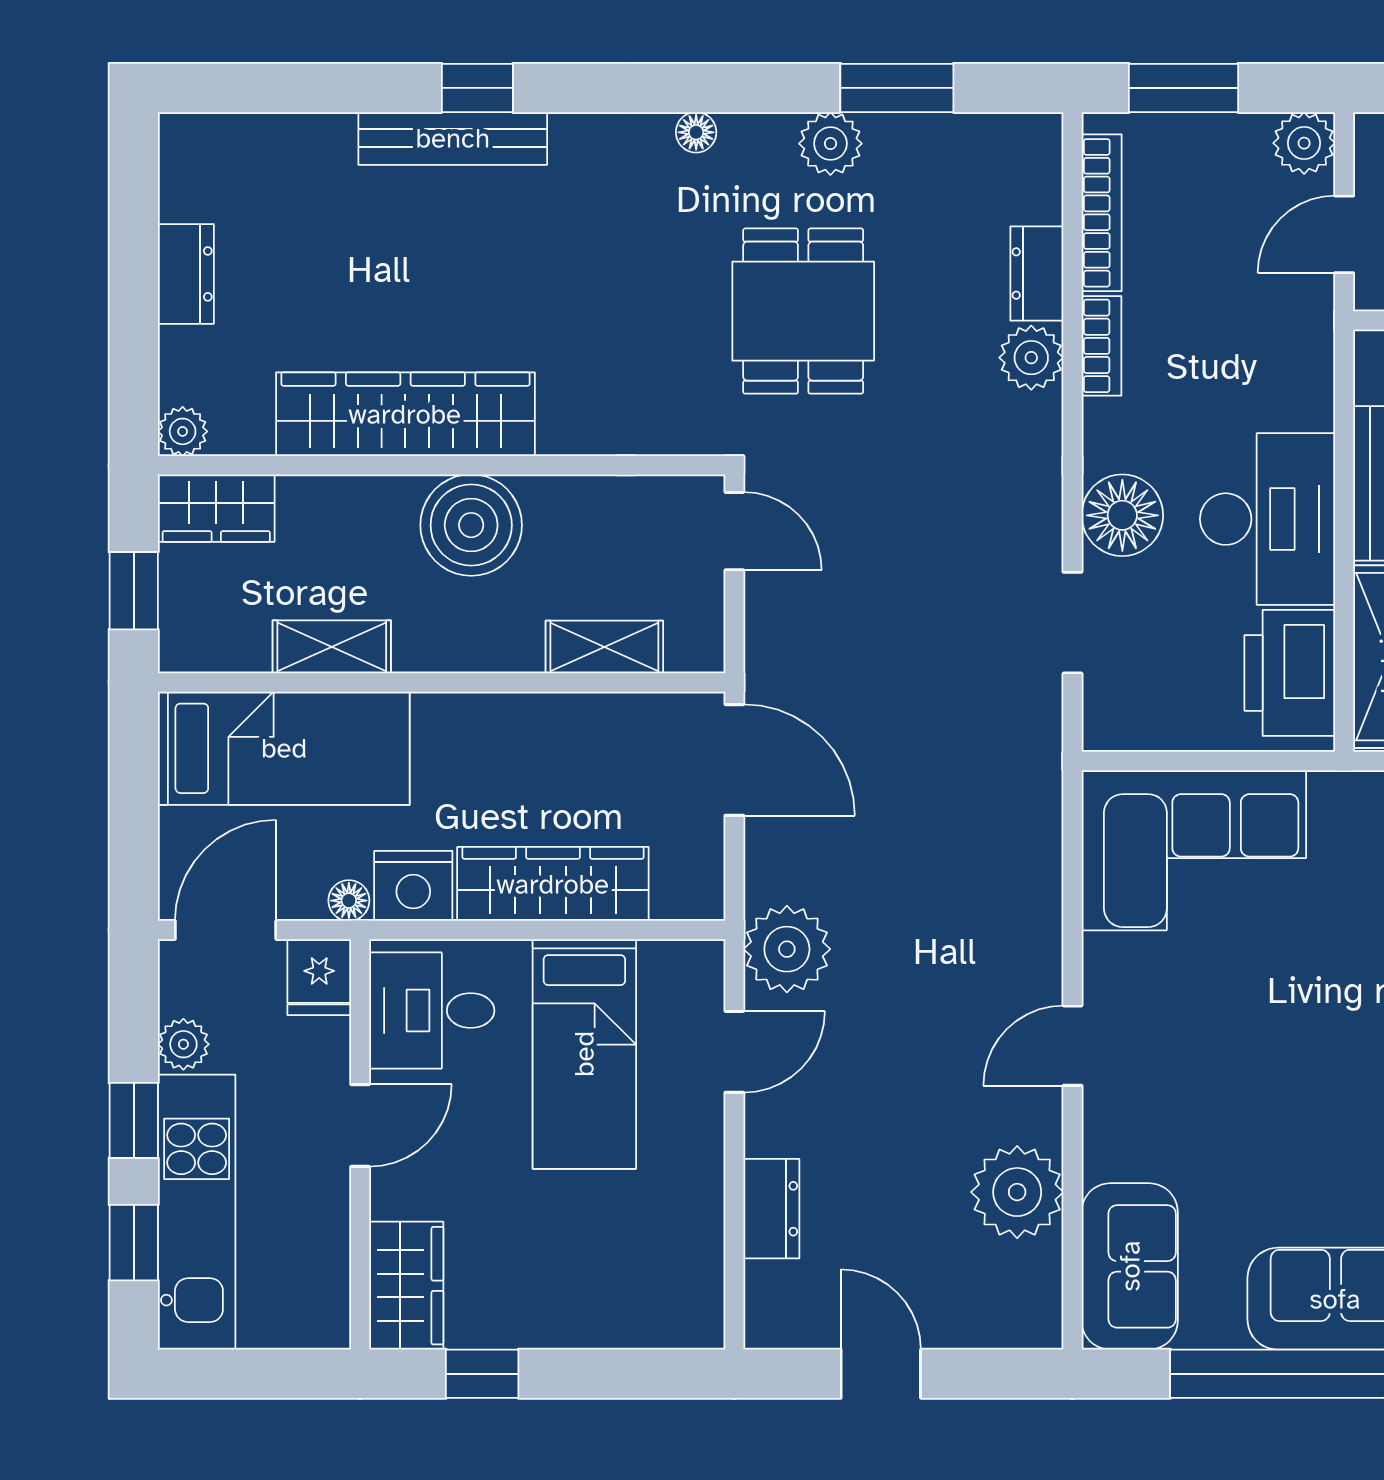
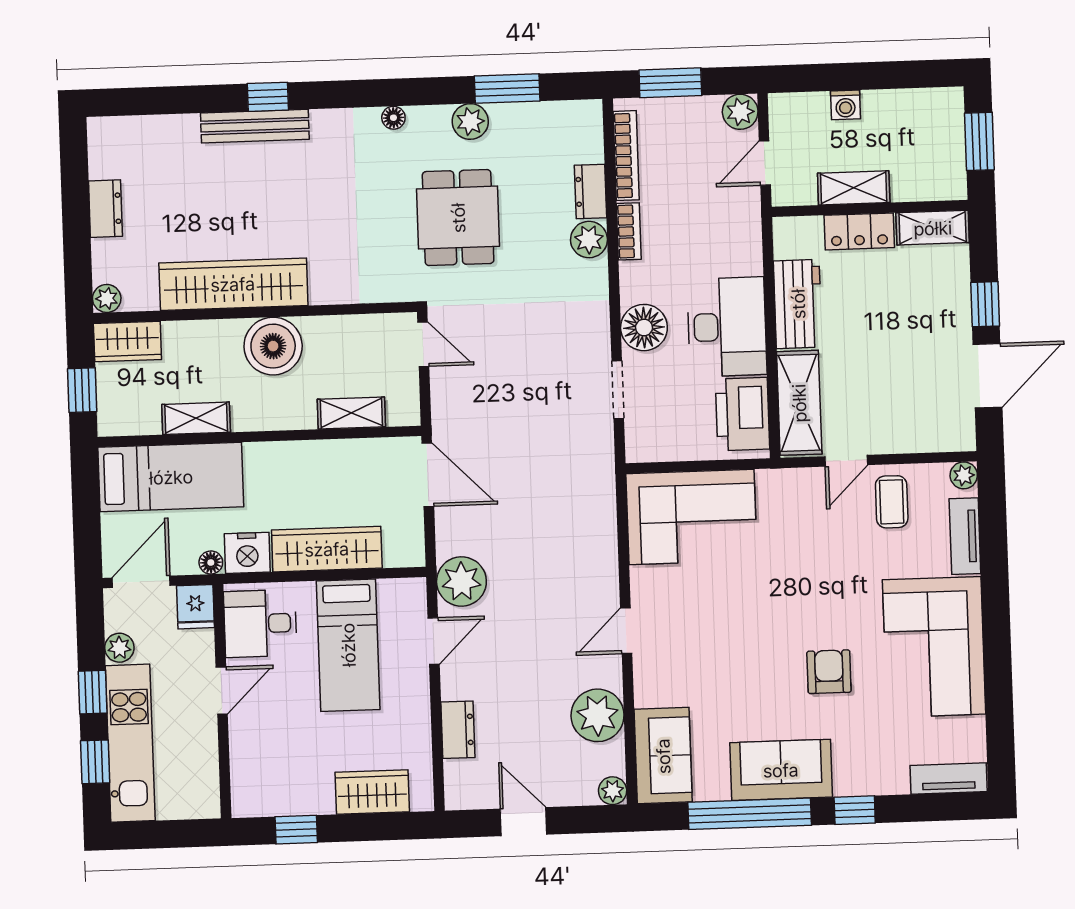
wardrobe: (406, 1286) -> (372, 792), moved, turned -90
plant: (1039, 1325) -> (613, 791), added

